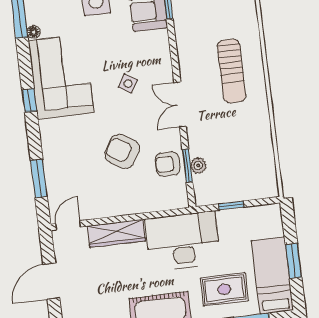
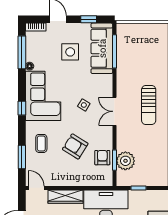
double door: (180, 105) -> (114, 111), moved
coffee table: (67, 153) -> (41, 143), added
armchair: (168, 164) -> (102, 158), turned 90
plant: (198, 165) -> (125, 161), width x1.88, depth x1.88
door: (68, 225) -> (36, 188), hinge flipped

